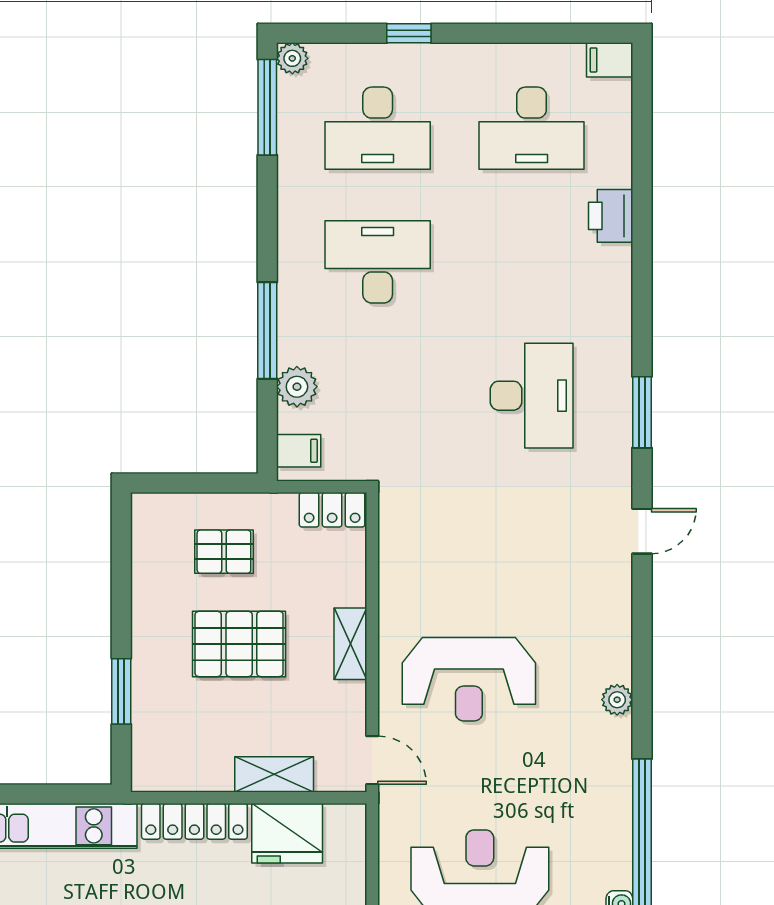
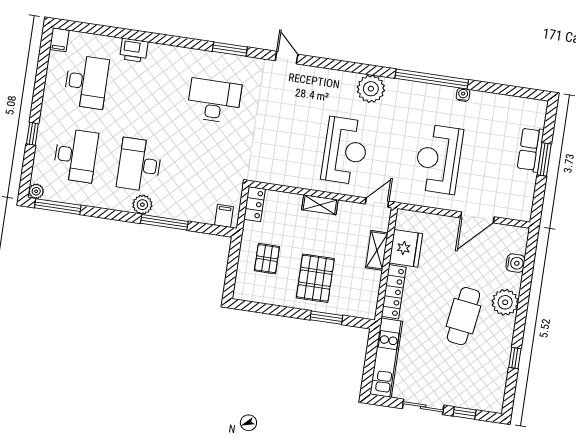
plant: (297, 387) -> (142, 205), moved
pallet: (239, 644) -> (315, 278), moved
plant: (617, 700) -> (371, 89), width x1.87, depth x1.87

